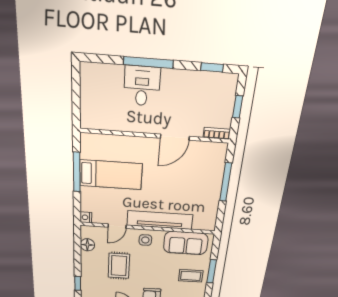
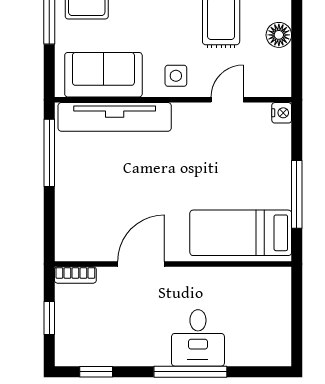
bed: (111, 175) -> (241, 233), moved
window: (226, 182) -> (49, 153), moved
tv unit: (160, 220) -> (115, 117), moved
floor lamp: (87, 245) -> (279, 35), moved

